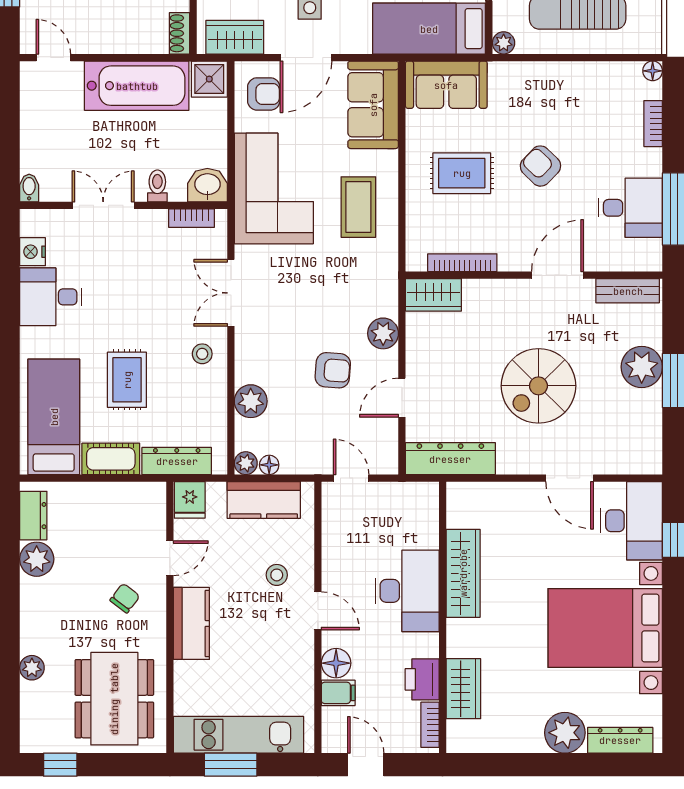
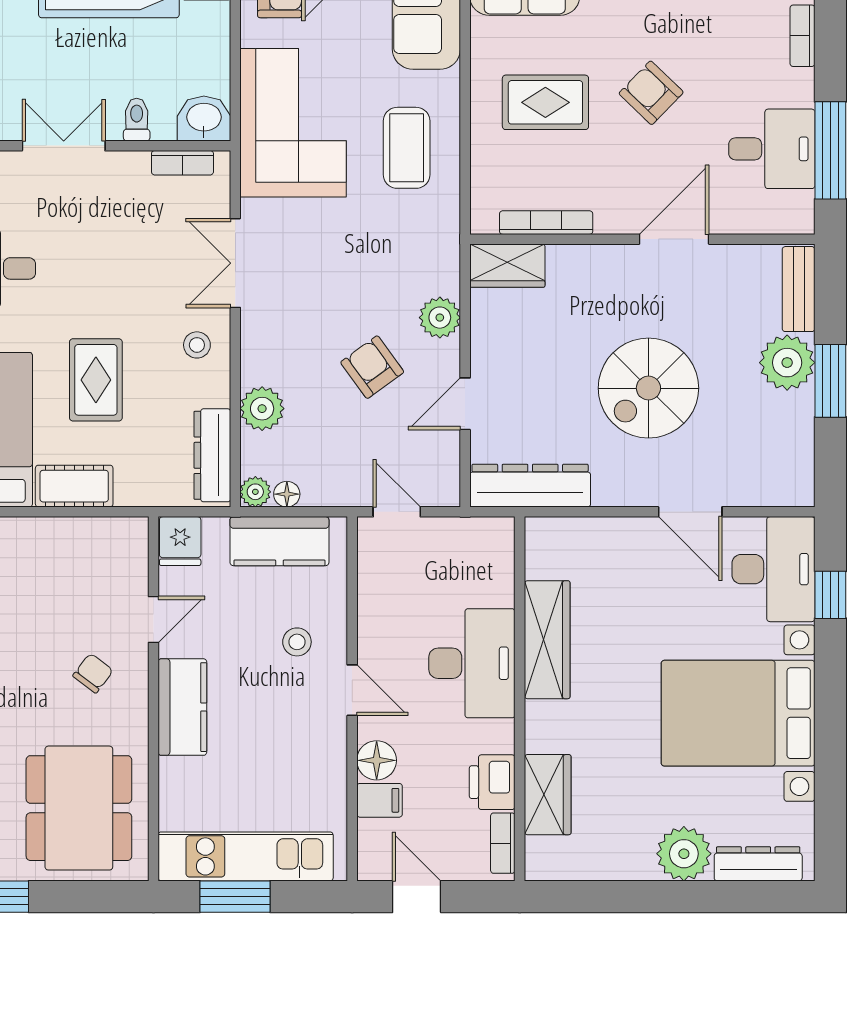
bench: (628, 291) -> (799, 289), moved, turned 90
armchair: (333, 370) -> (372, 367), turned -130
dresser: (177, 461) -> (212, 455), moved, turned -90

